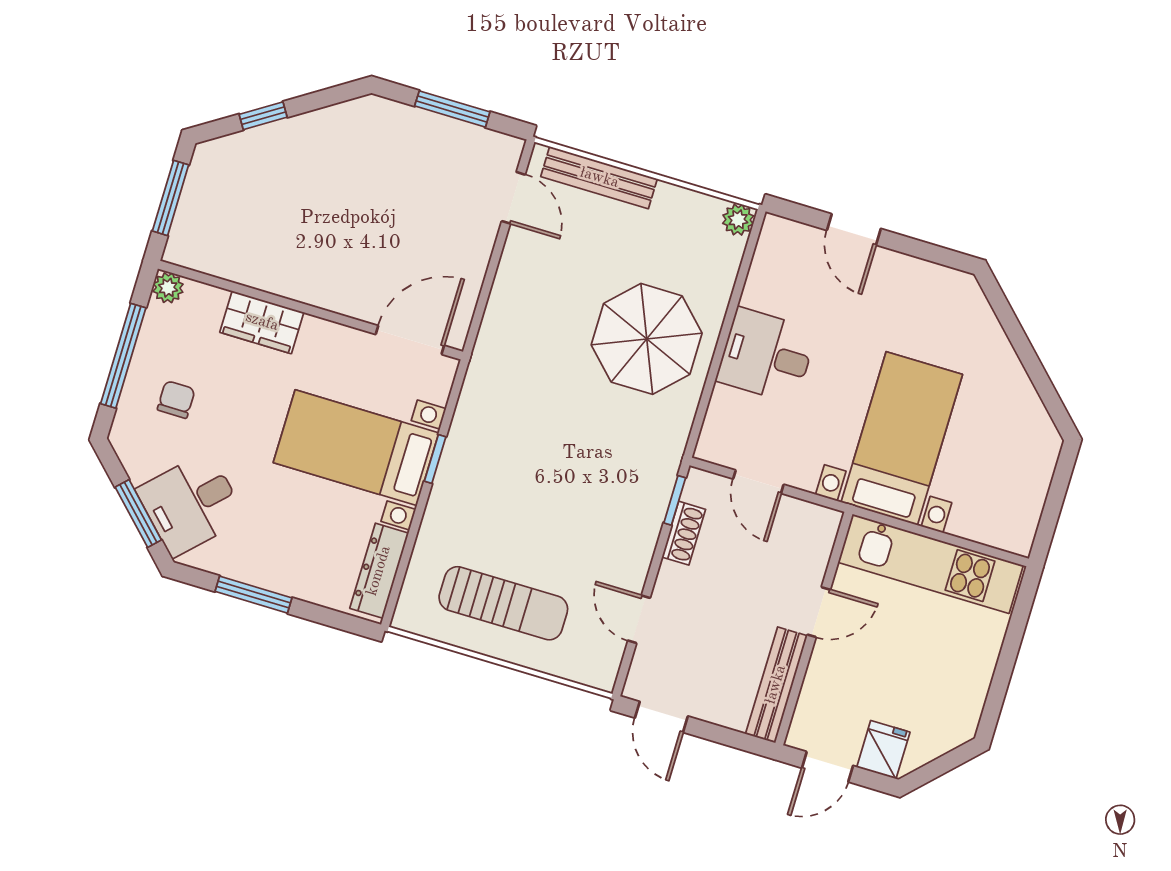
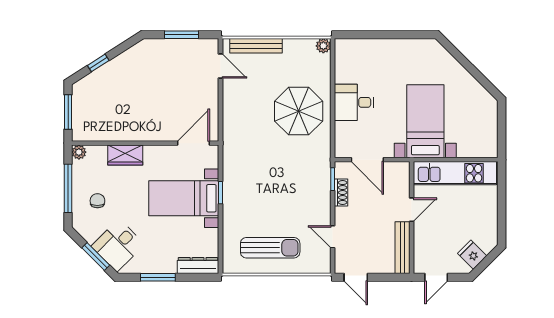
door: (854, 229) -> (376, 35), removed
door: (758, 482) -> (367, 160), width x1.38
dresser: (379, 571) -> (198, 265), moved, turned 90
fridge: (883, 750) -> (472, 255), moved, turned -45

